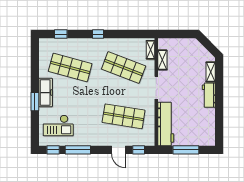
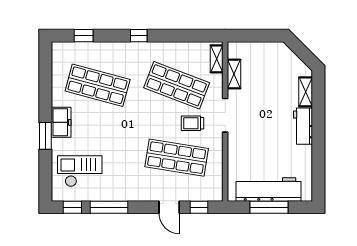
freezer: (46, 93) -> (61, 122), width x0.71
trolley: (134, 93) -> (192, 123), added
workbench: (166, 124) -> (268, 189), moved, turned -90
checkout: (58, 126) -> (80, 171), turned 180

